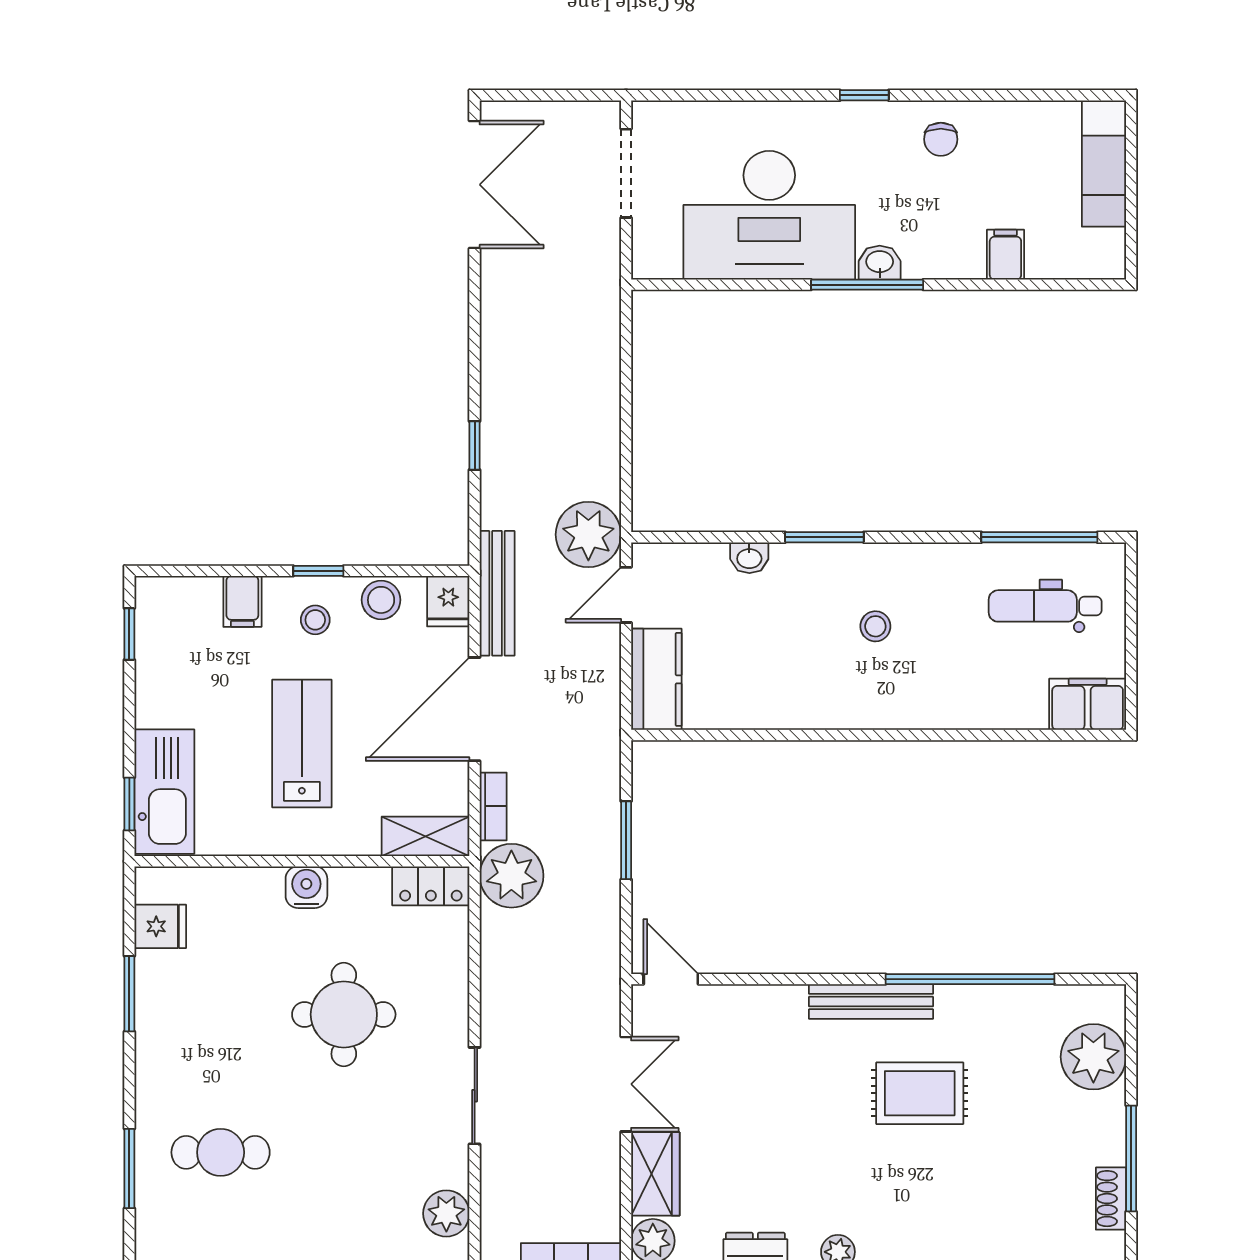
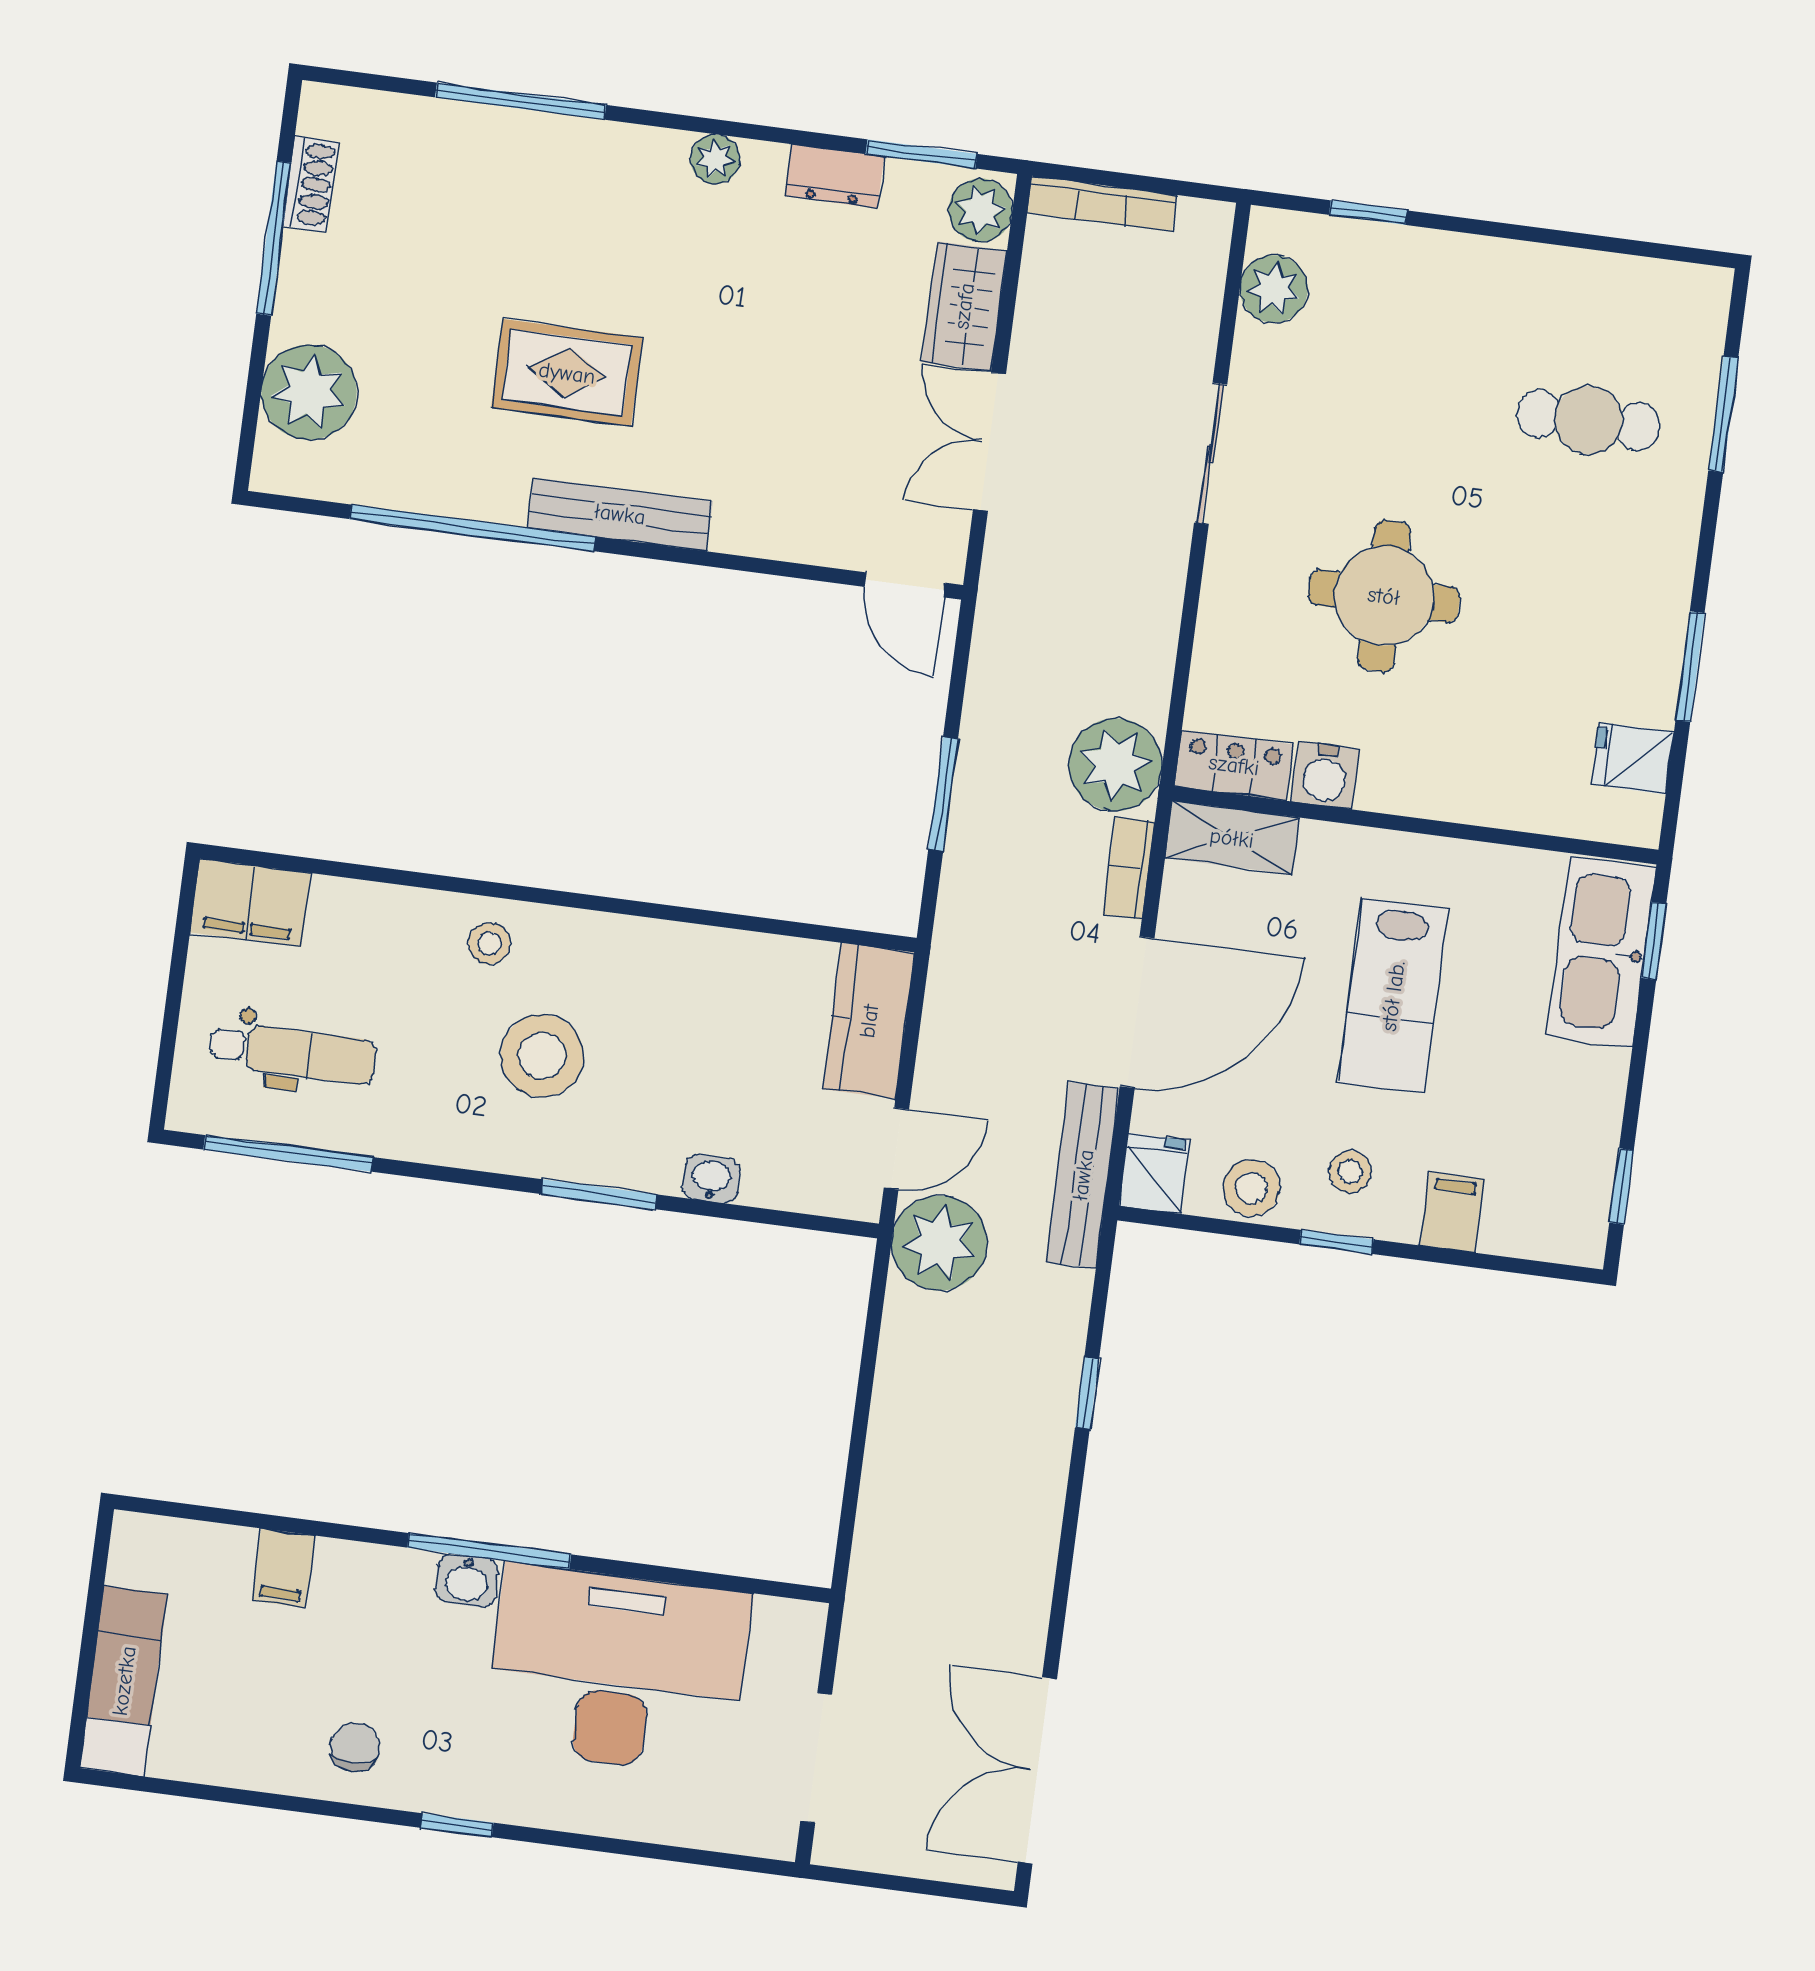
stool: (875, 626) -> (542, 1056), width x1.89, depth x1.89
stool: (921, 698) -> (489, 944), added
water cooler: (306, 887) -> (1325, 775), moved

